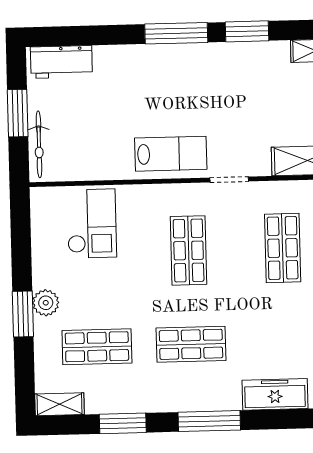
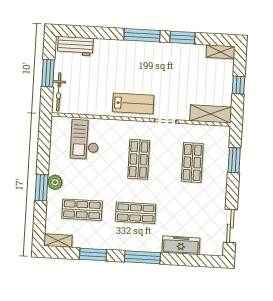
checkout: (92, 224) -> (85, 139), turned 180

